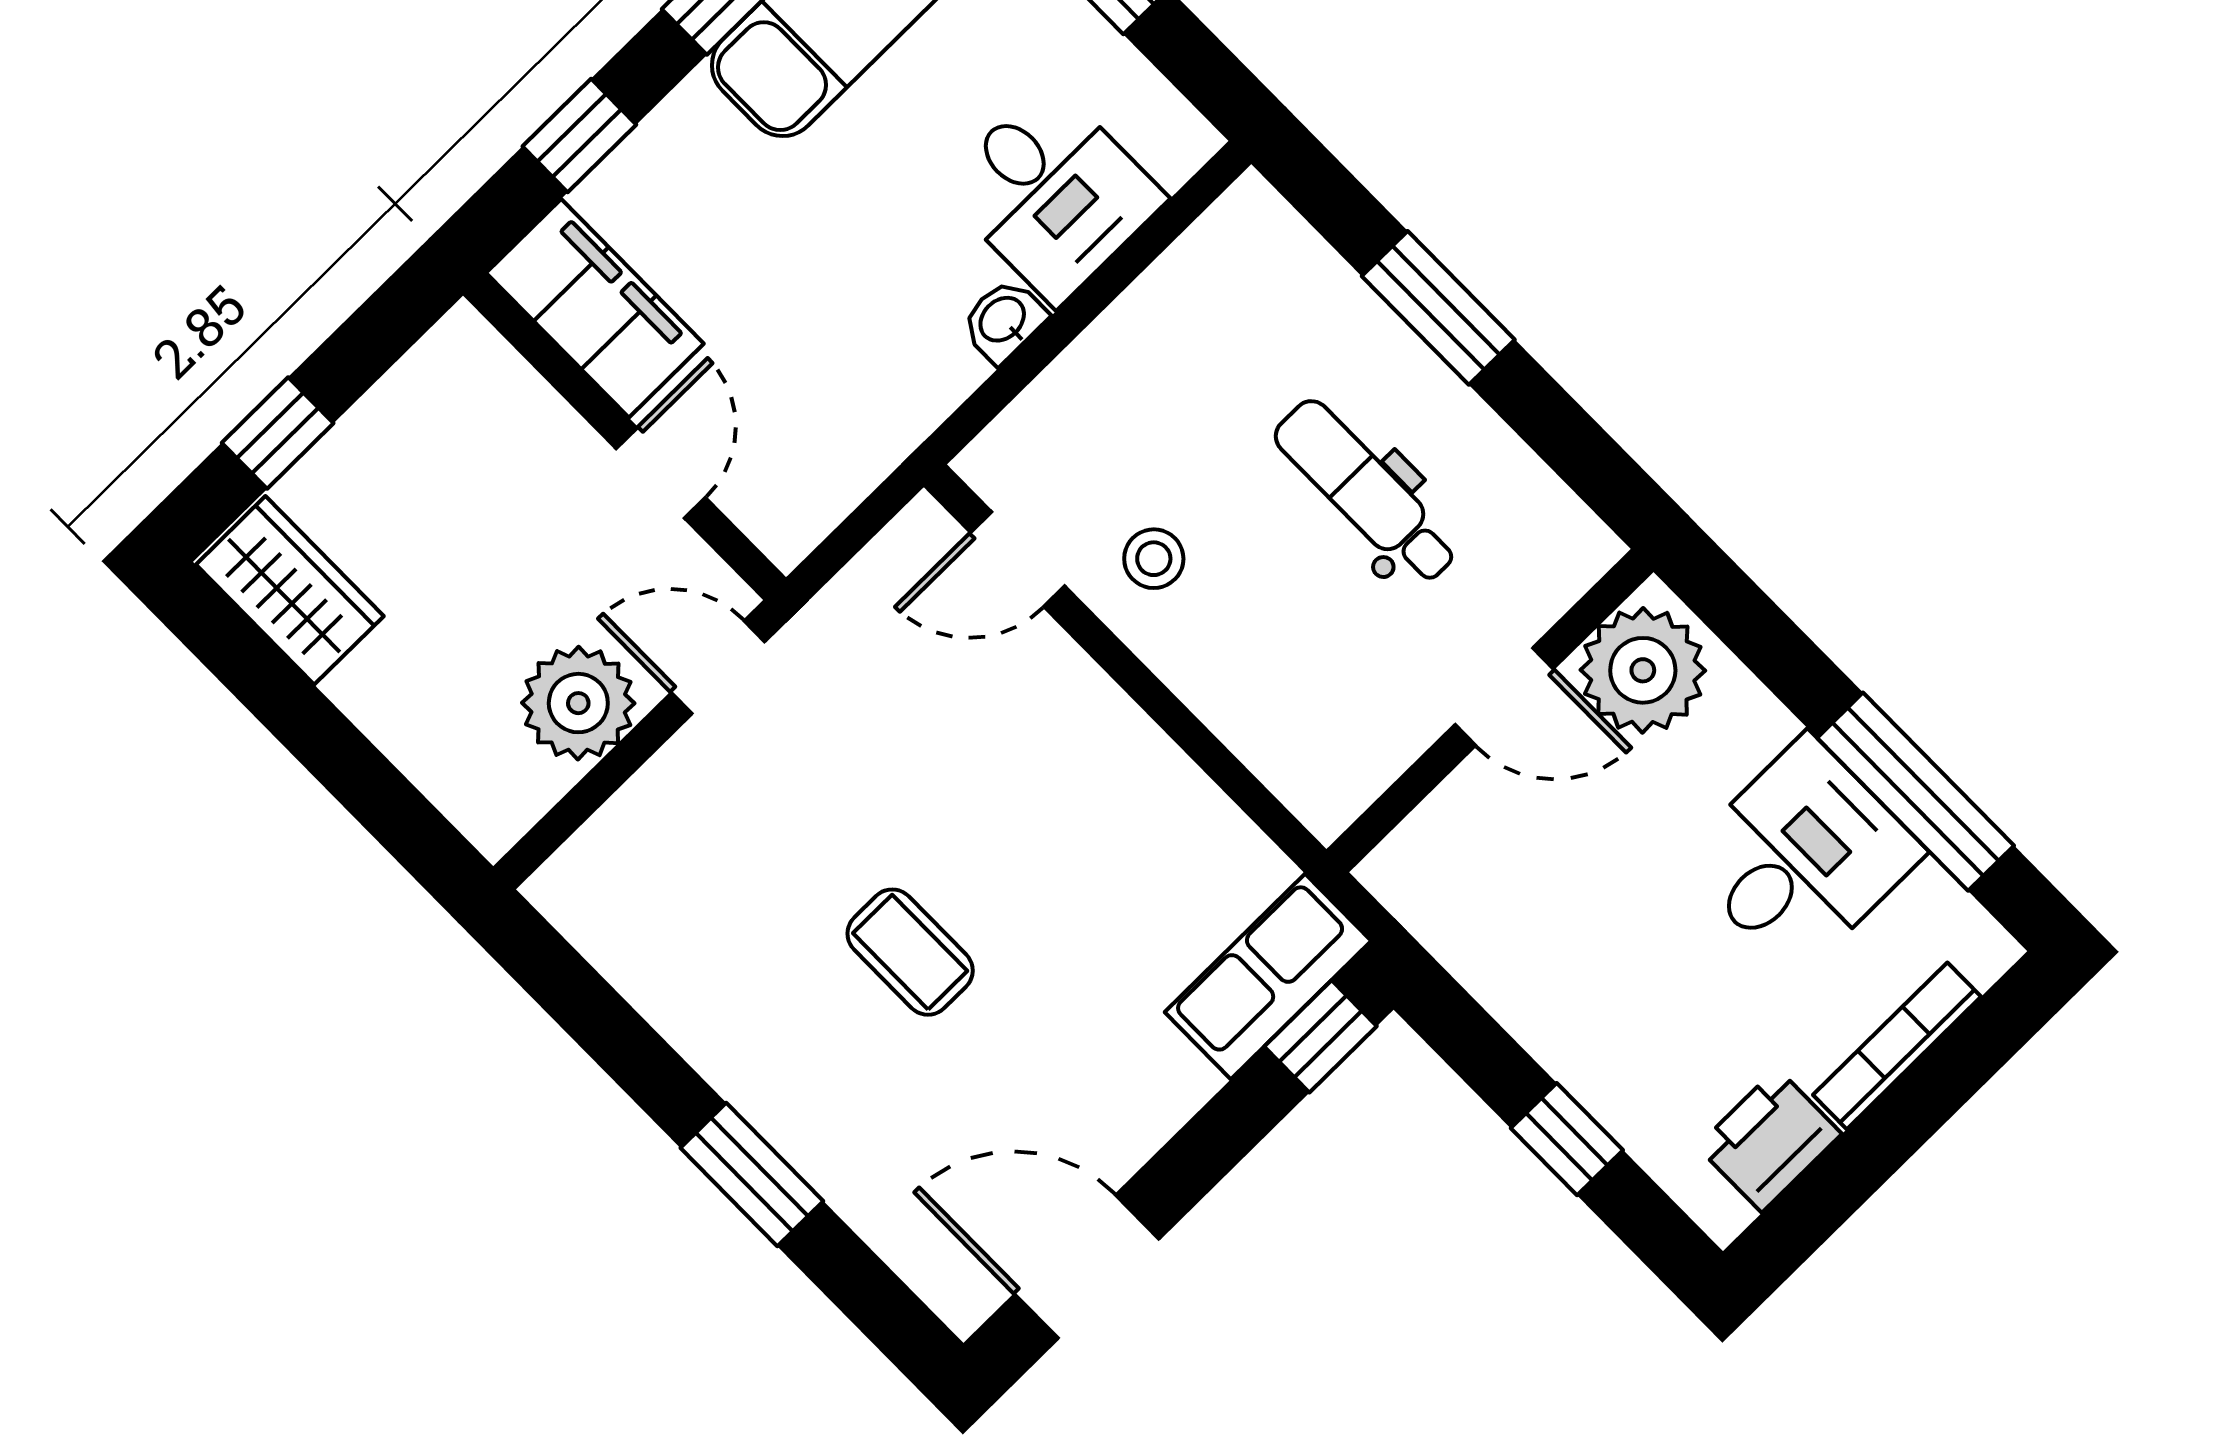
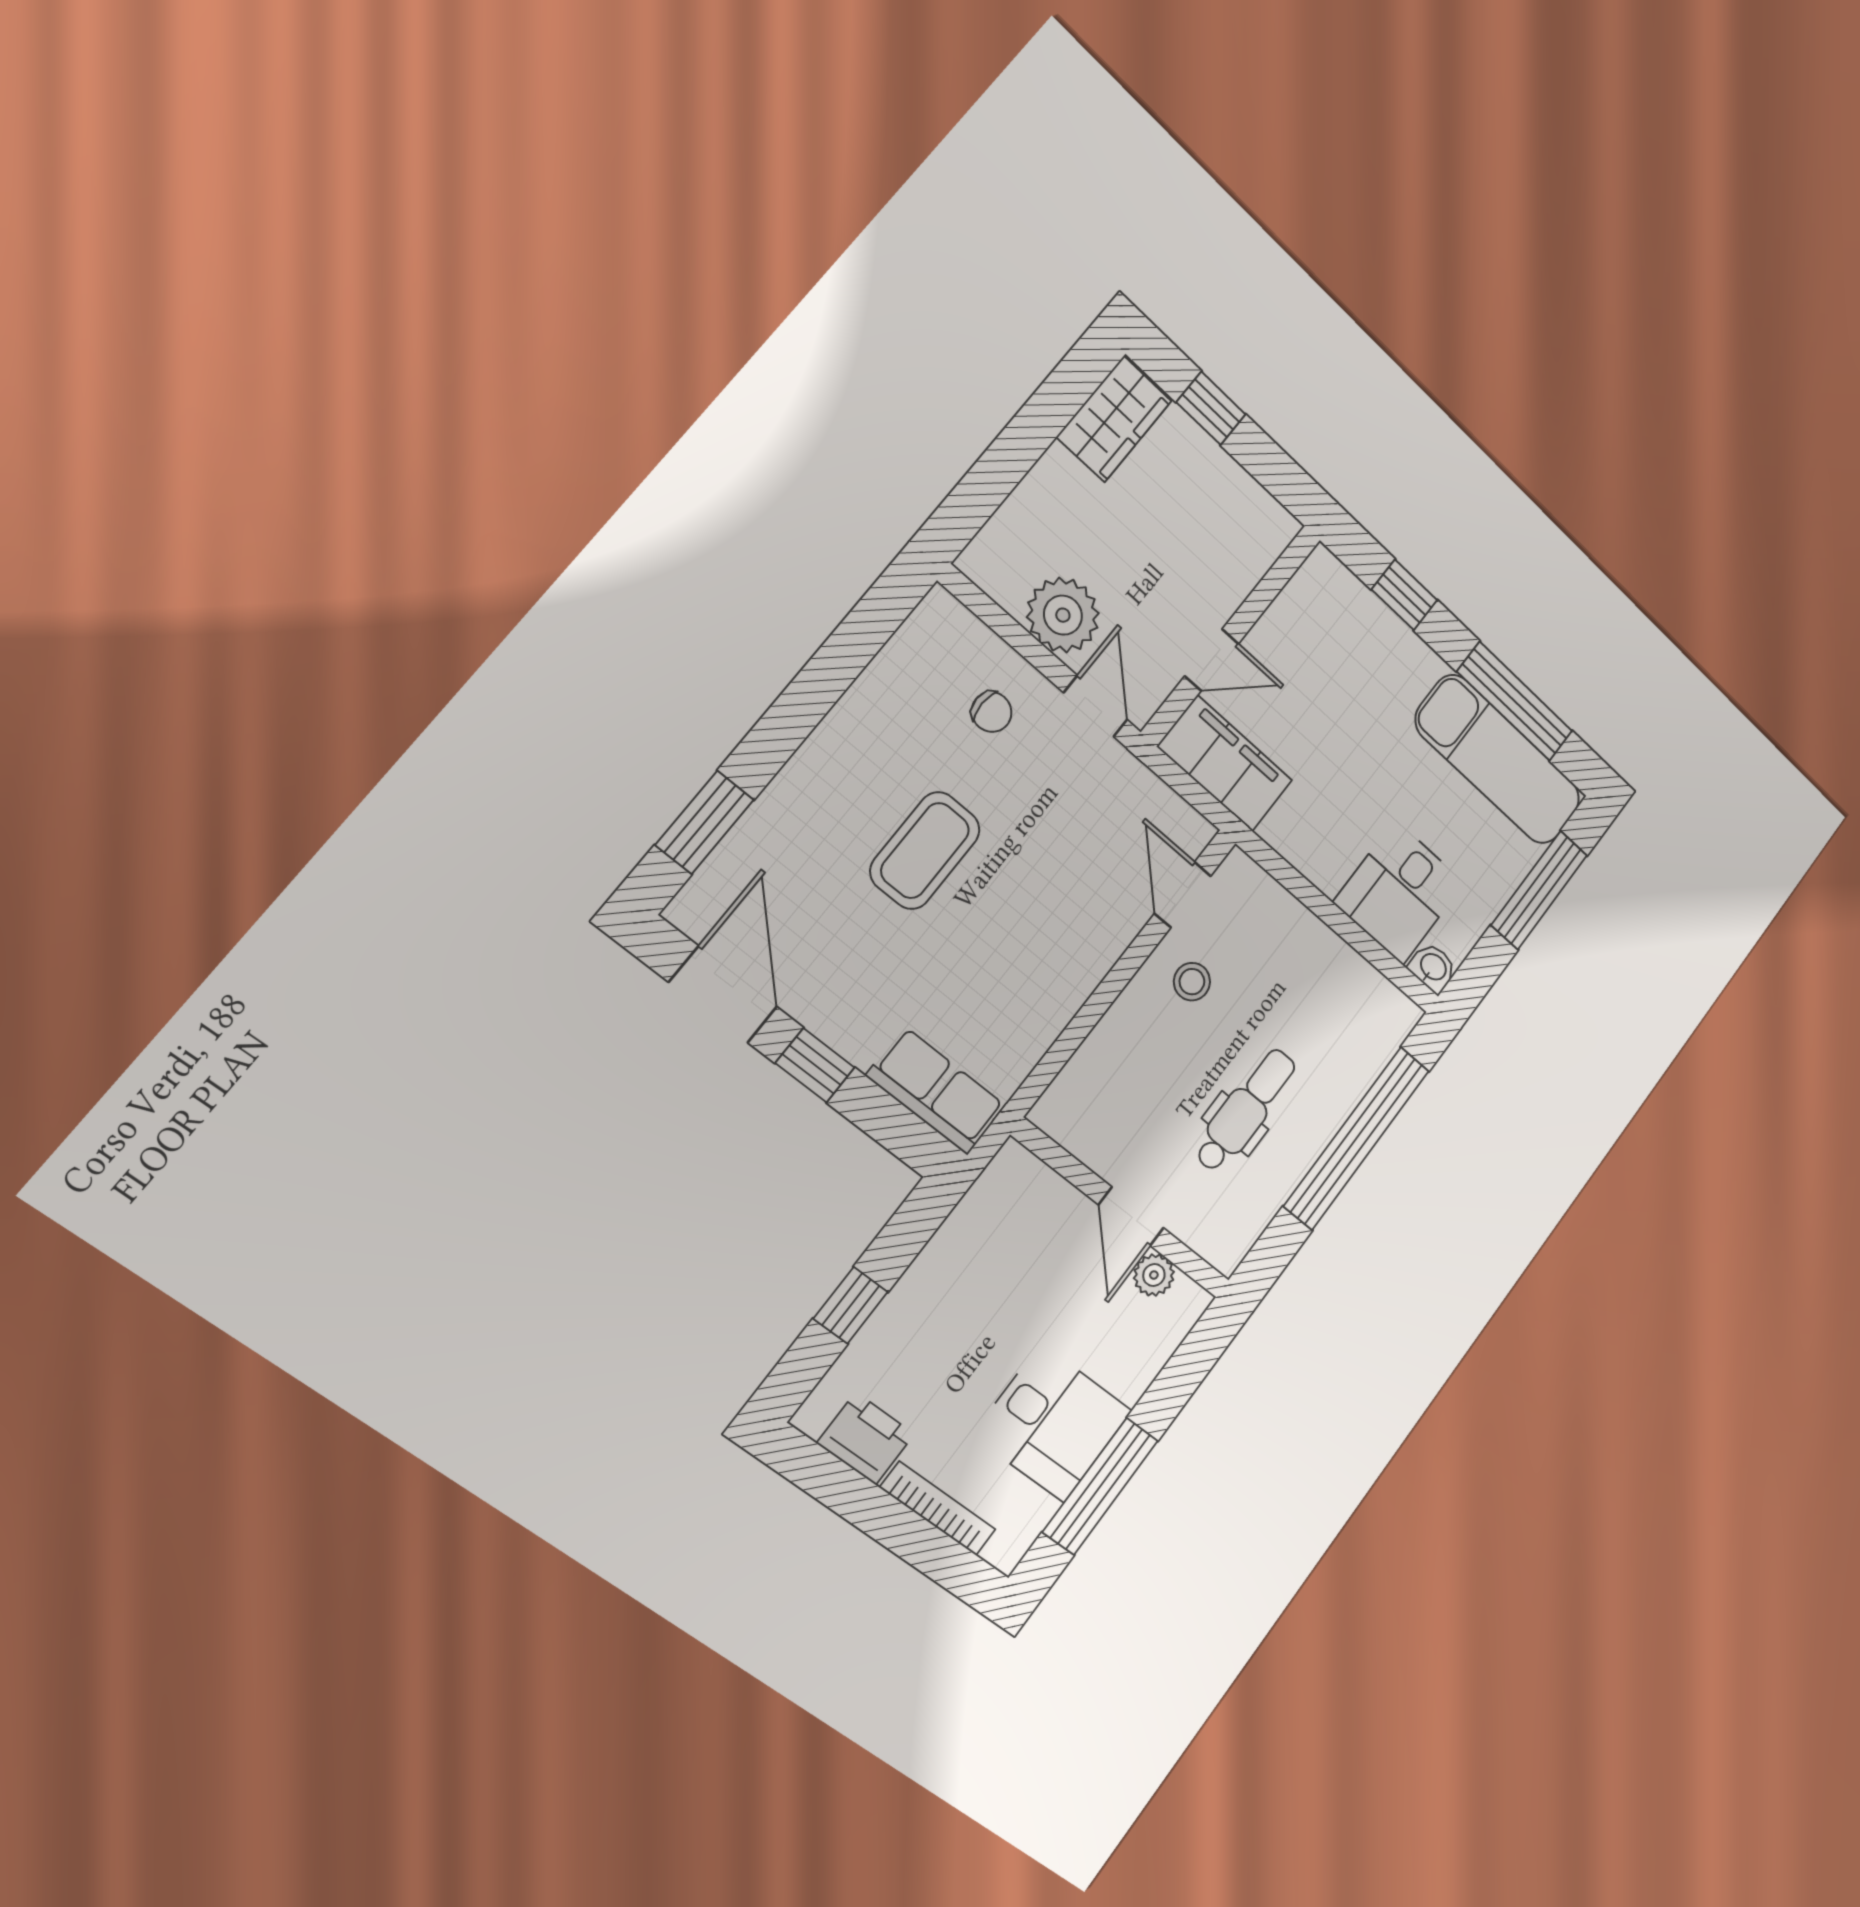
filing cabinet: (595, 308) -> (1225, 763), moved, turned -90
window: (1438, 308) -> (1357, 1138), width x2.11
washbasin: (1003, 320) -> (1433, 968), moved
plant: (1643, 670) -> (1154, 1275), width x0.53, depth x0.53
chair: (715, 829) -> (992, 712), added
coffee table: (910, 952) -> (925, 850), width x1.36, depth x1.30
window: (1320, 1036) -> (815, 1065), moved
window: (752, 1174) -> (705, 822), moved

